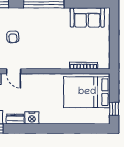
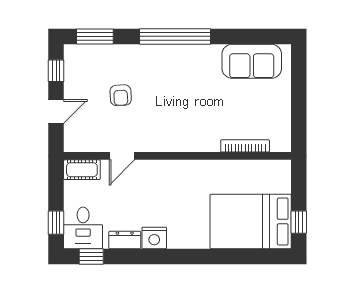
door: (14, 71) -> (122, 156), hinge flipped
bed: (87, 92) -> (251, 222), moved

